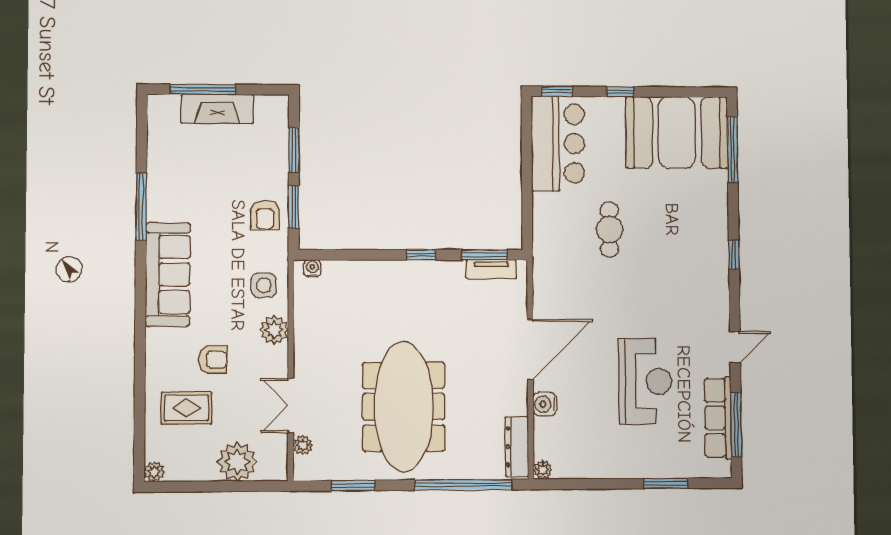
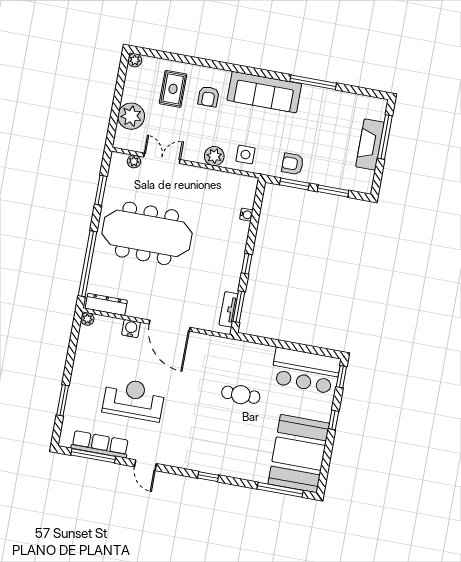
water cooler: (312, 268) -> (246, 215), moved
armchair: (213, 360) -> (208, 97), moved
reception desk: (645, 381) -> (134, 399), turned 180

